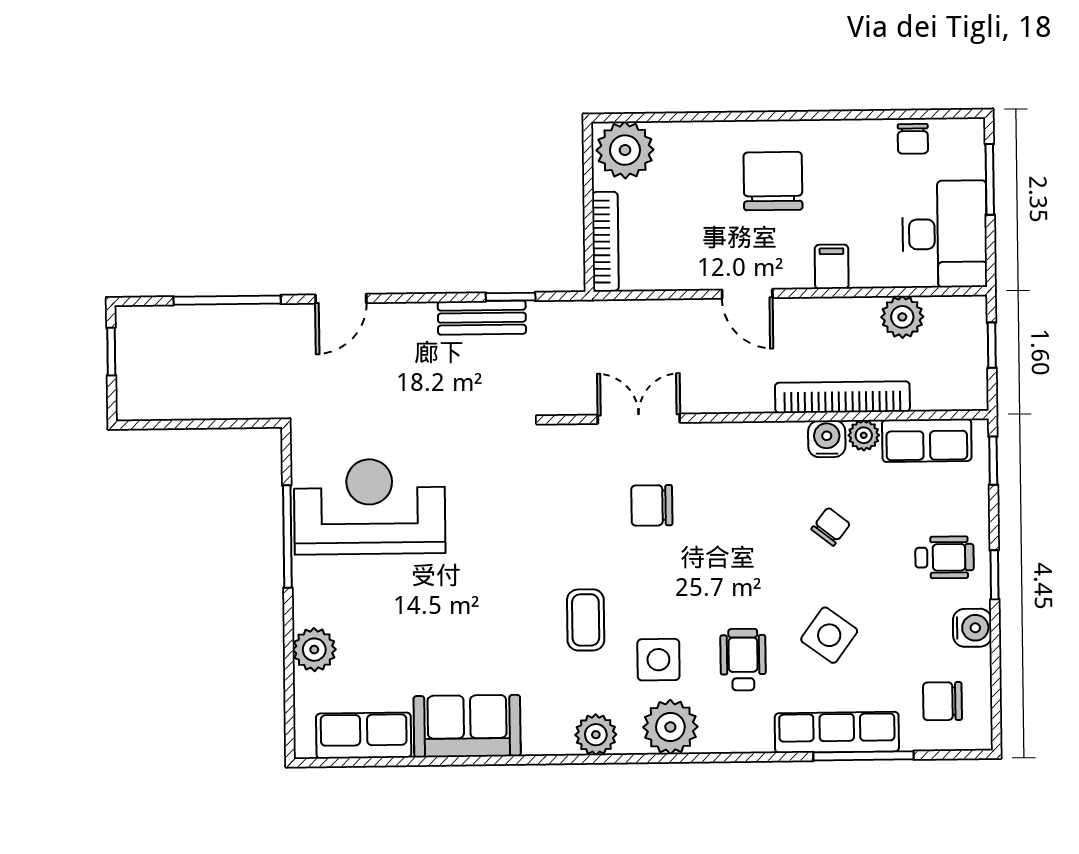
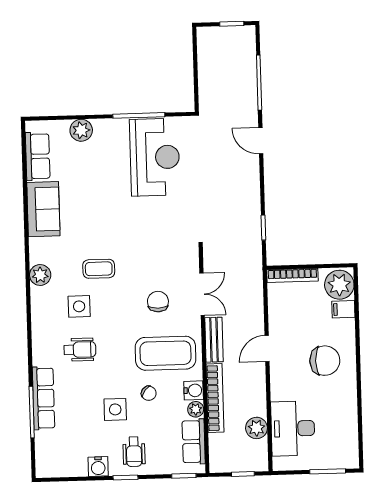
chair: (913, 139) -> (348, 432), removed
desk: (945, 234) -> (293, 428), moved, turned 90
filing cabinet: (832, 267) -> (343, 309), moved, turned 180
bench: (482, 318) -> (214, 340), moved
coffee table: (753, 492) -> (165, 353), added
side table: (829, 635) -> (115, 409), moved, turned -36
chair: (942, 701) -> (60, 452), removed
plant: (670, 727) -> (45, 313), removed

